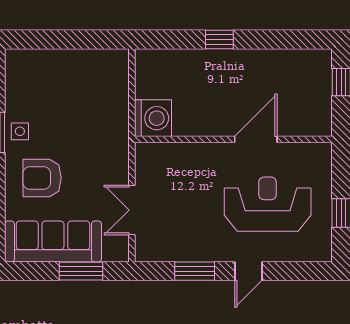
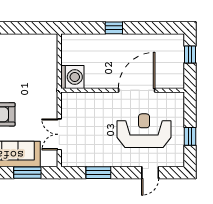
door: (256, 139) -> (137, 90), width x1.36
door: (248, 271) -> (150, 173), moved

